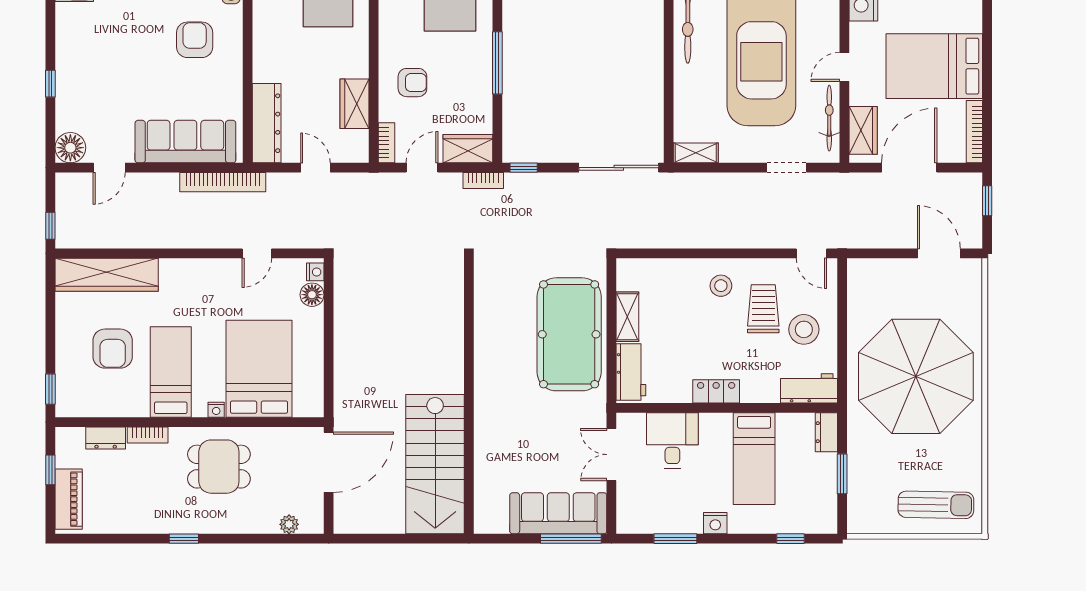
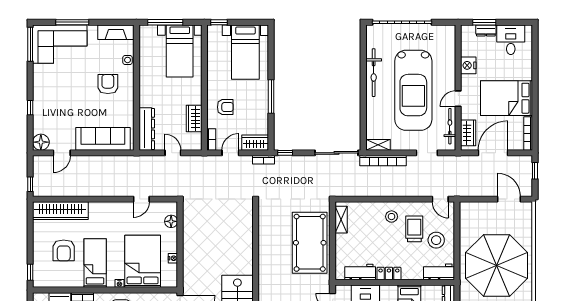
bookcase: (223, 182) -> (383, 161), moved
nightstand: (315, 272) -> (173, 258), moved
shelving: (627, 317) -> (341, 220), moved
workbench: (631, 372) -> (360, 272), moved, turned -90

